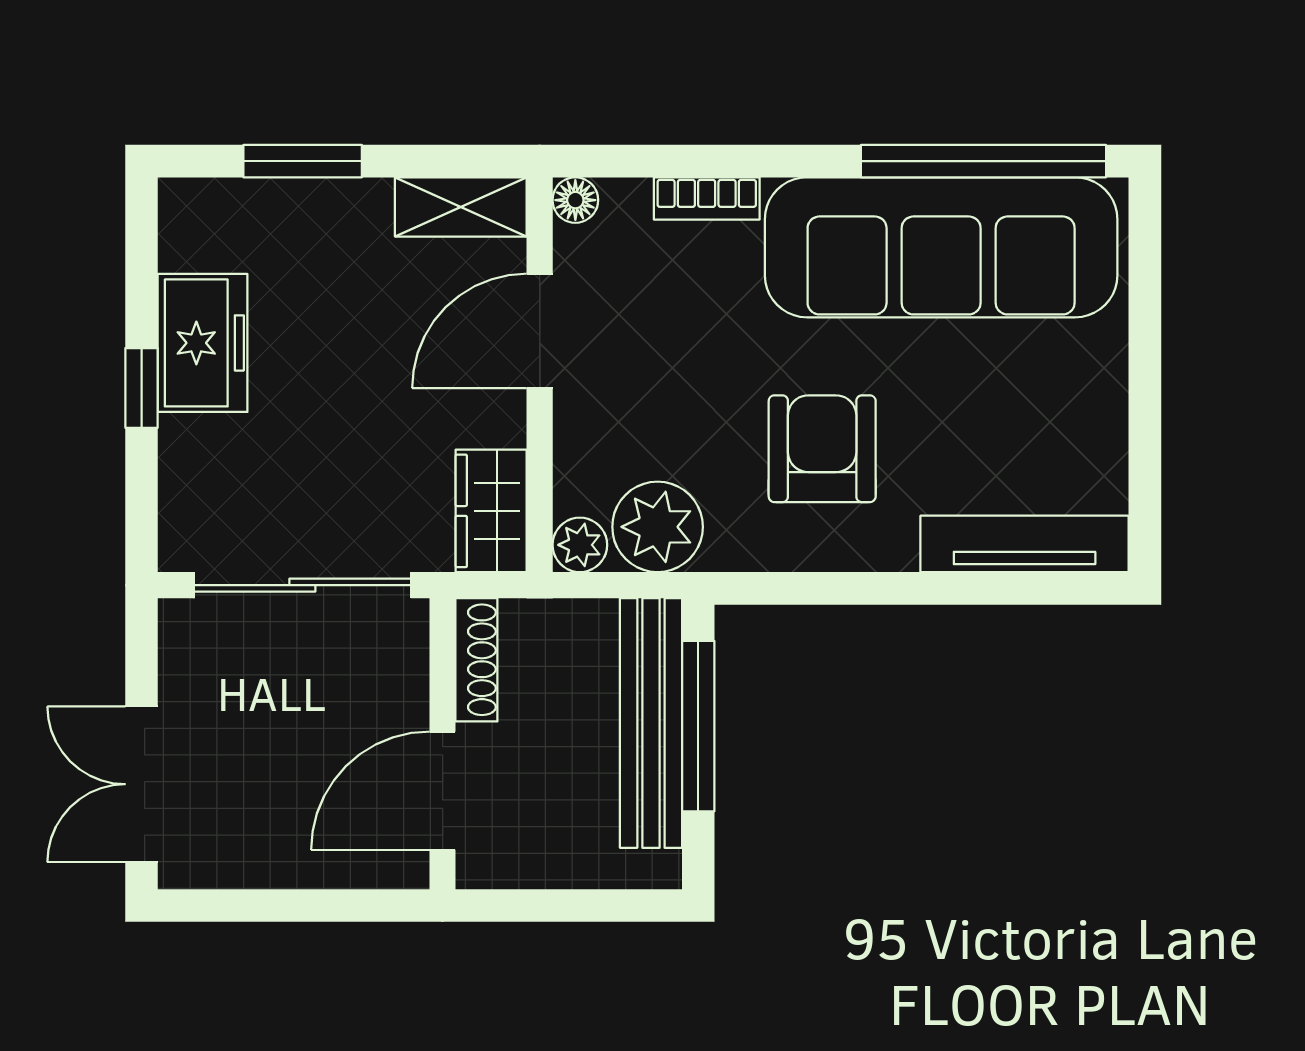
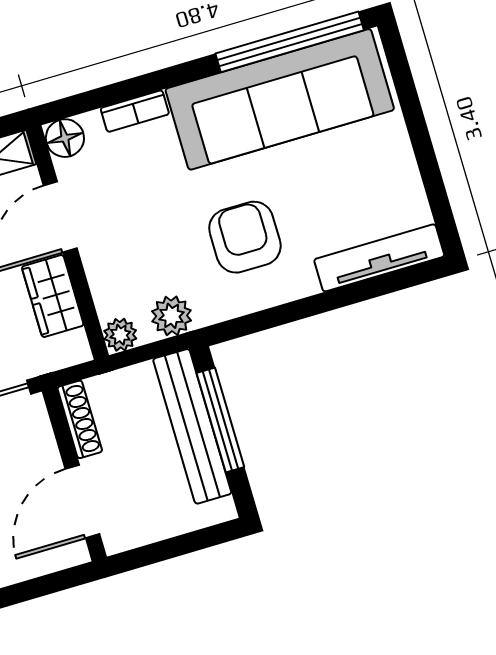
floor lamp: (575, 200) -> (65, 138), width x1.37, depth x1.37
wardrobe: (491, 511) -> (53, 296), moved
plant: (658, 527) -> (172, 316), width x0.73, depth x0.73

